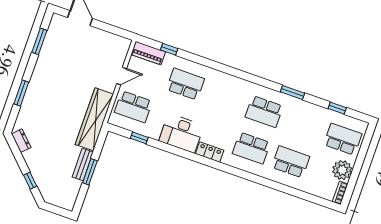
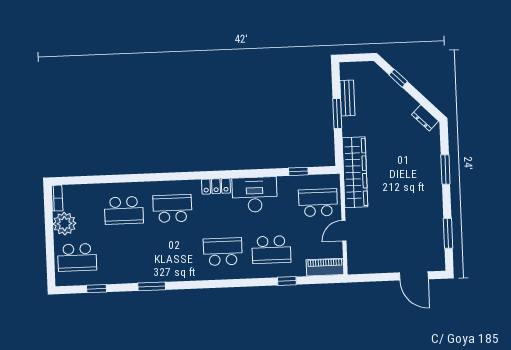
window: (169, 49) -> (287, 281), moved
school desk: (264, 112) -> (223, 252), moved
bench: (83, 165) -> (347, 98), moved

